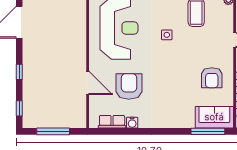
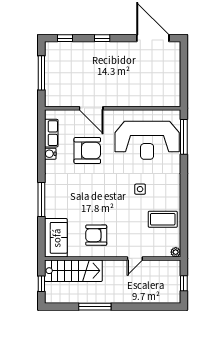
door: (88, 83) -> (91, 108), hinge flipped
window: (208, 131) -> (41, 199), moved

